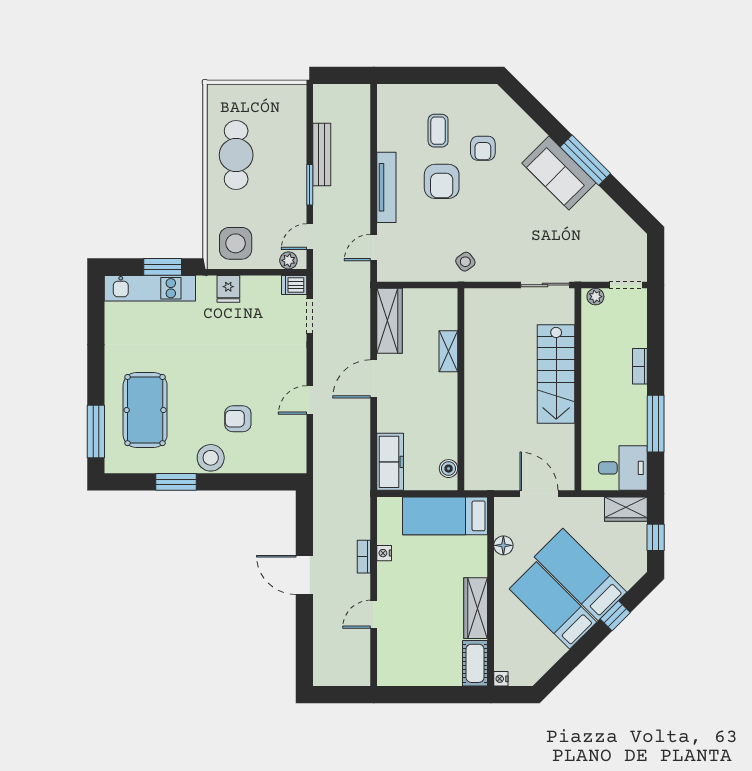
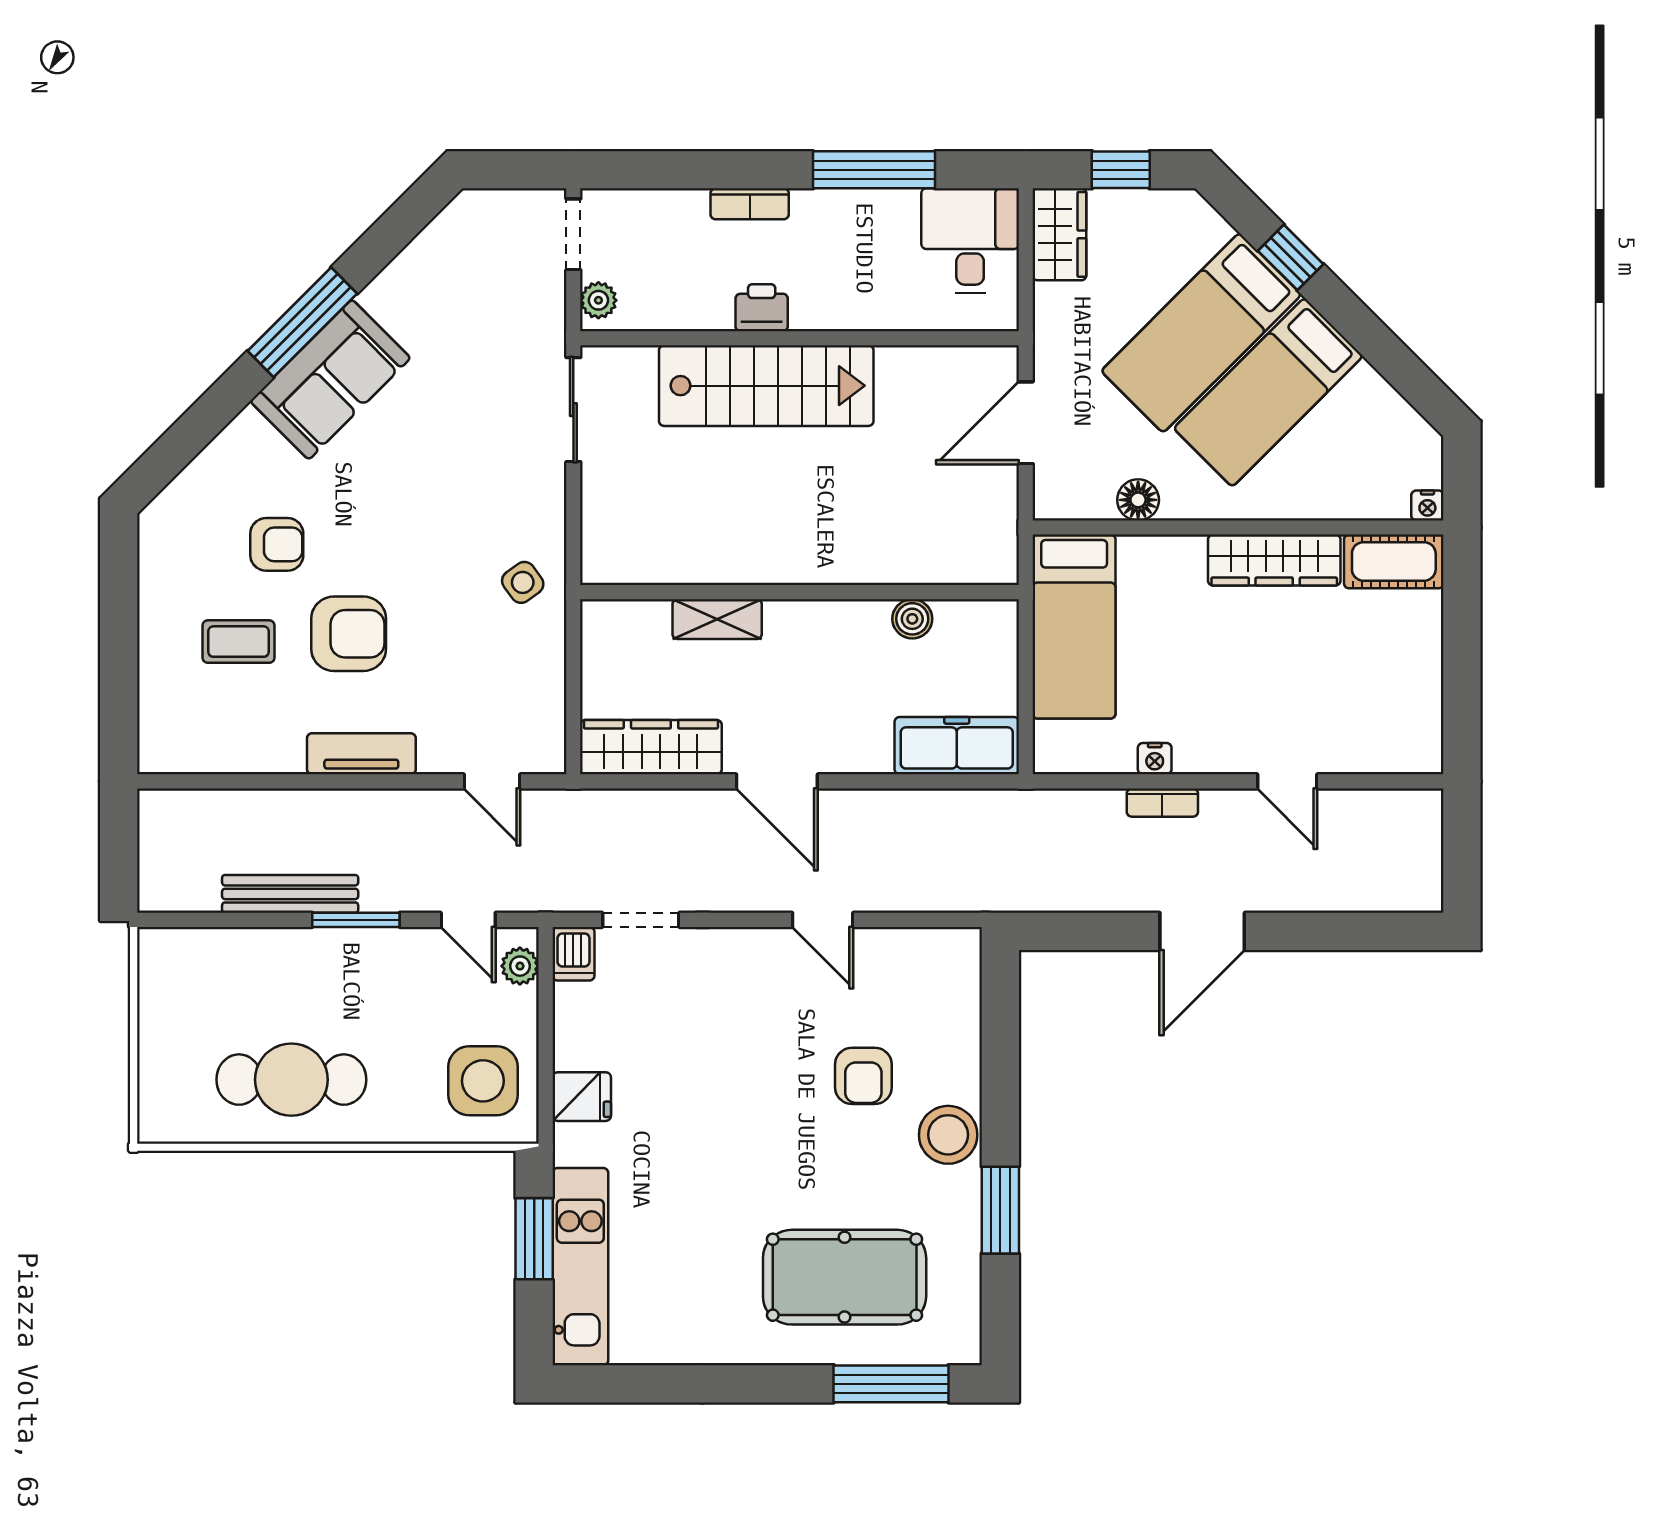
tv unit: (386, 187) -> (361, 754), width x0.71
printer: (592, 372) -> (762, 308), added
boiler: (449, 469) -> (912, 619), moved

